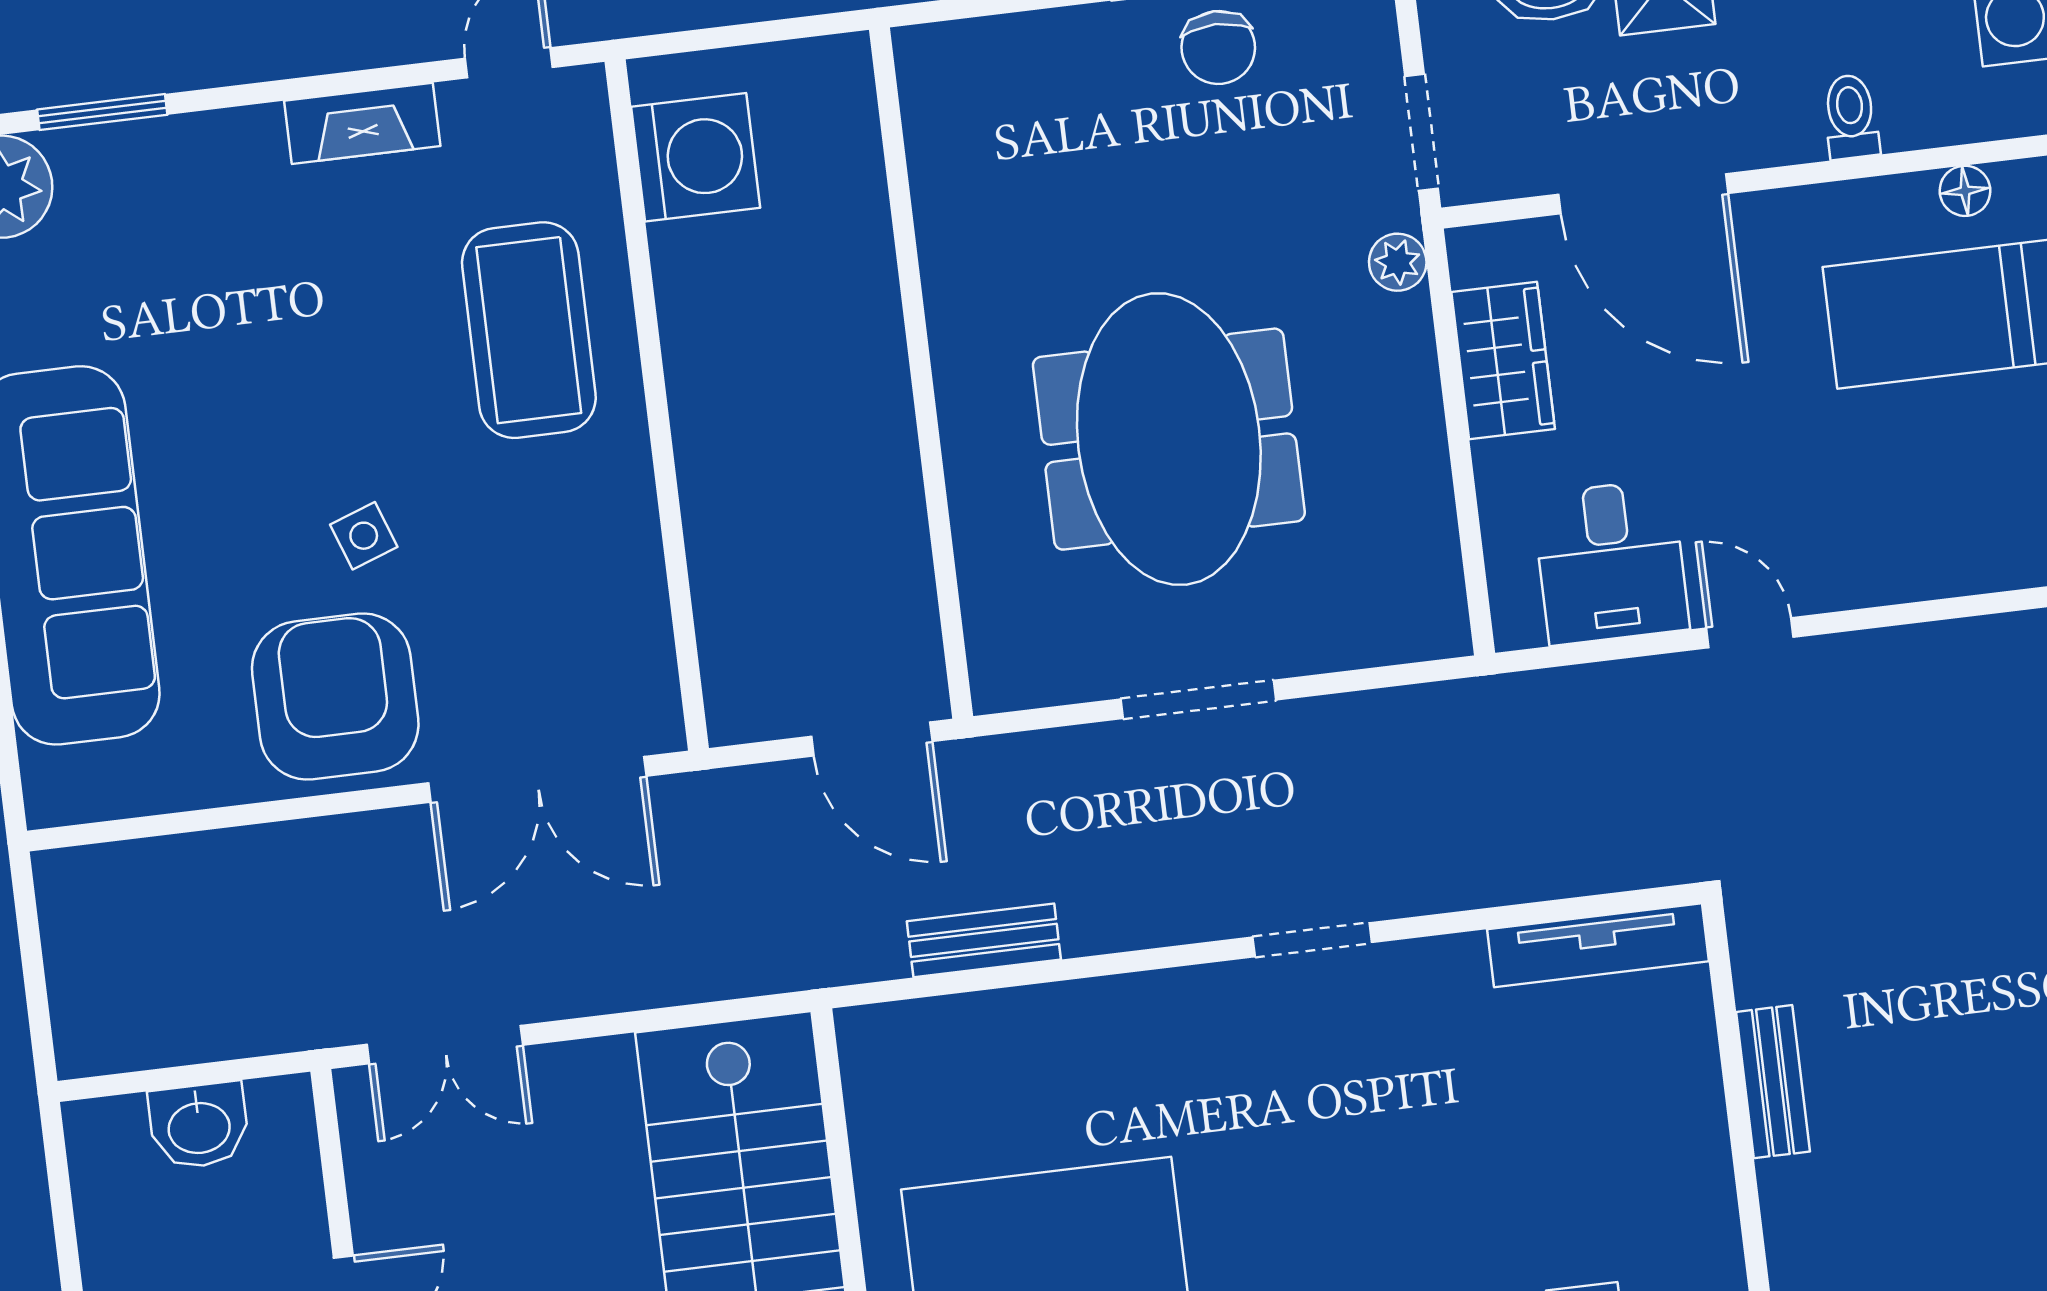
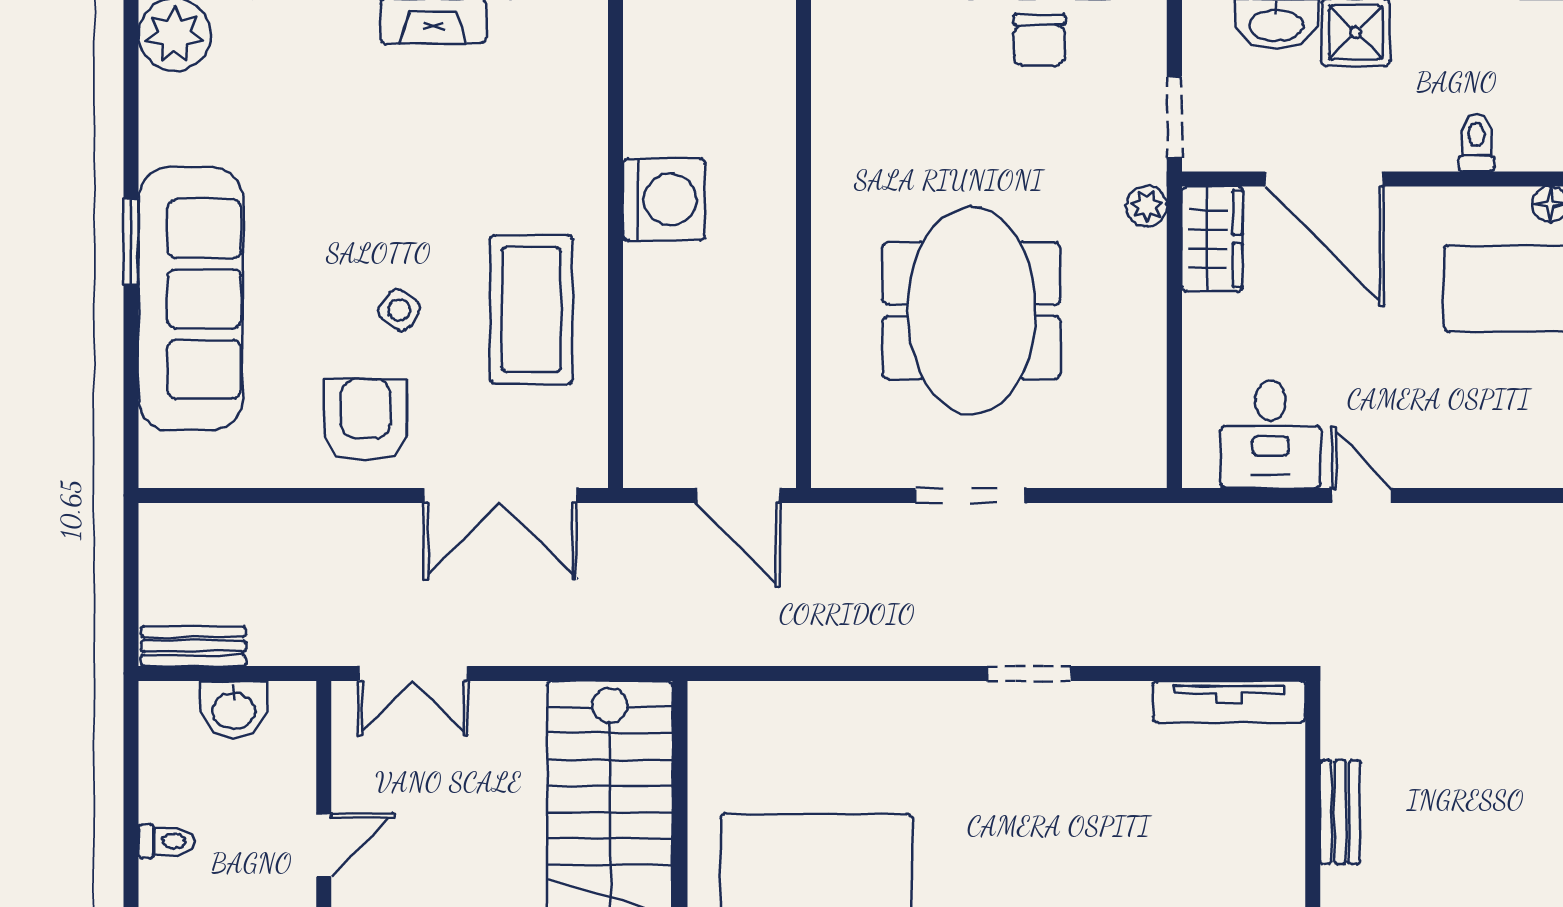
washing machine: (696, 157) -> (664, 199), moved
coffee table: (529, 330) -> (531, 310), moved
wardrobe: (1503, 360) -> (1212, 239), moved
side table: (364, 536) -> (399, 310), turned -35
armchair: (335, 697) -> (366, 420), width x0.73, depth x0.73
bench: (984, 940) -> (194, 646), moved

